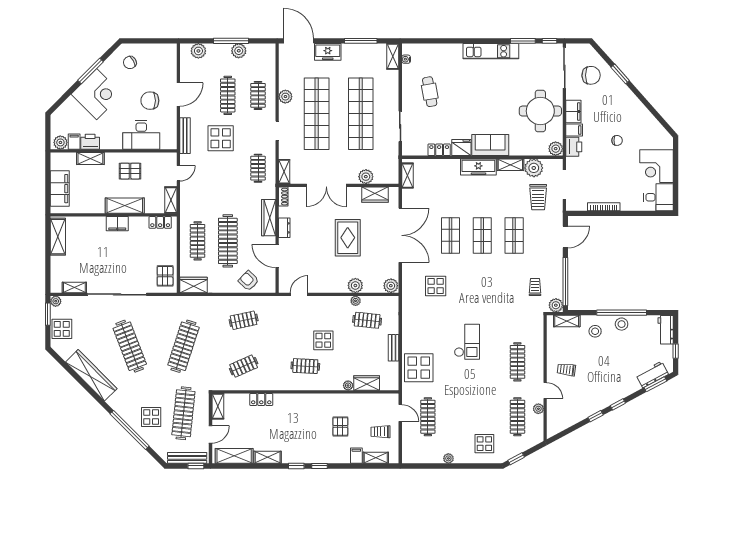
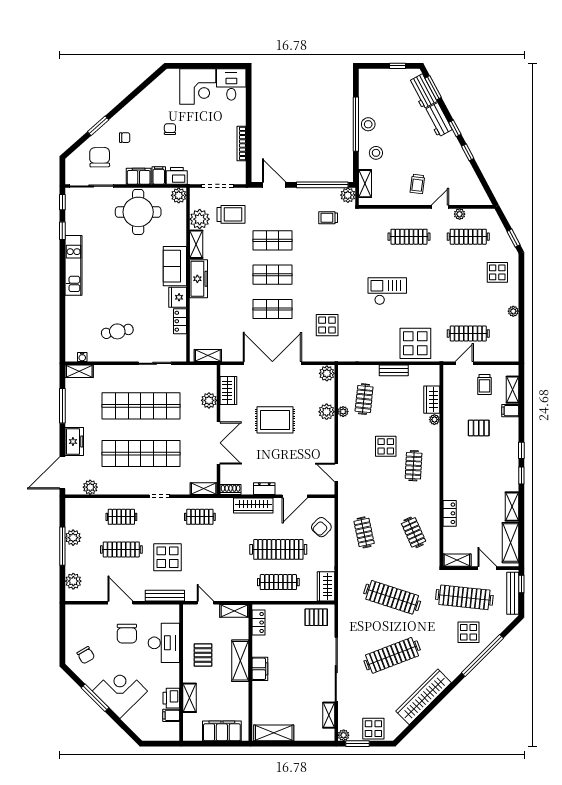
window: (523, 41) -> (62, 231), width x0.67
plant: (285, 97) -> (90, 487), moved
chair: (609, 99) -> (125, 138), added
plant: (60, 142) -> (172, 730), removed
workbench: (666, 330) -> (438, 120), moved, turned 62

